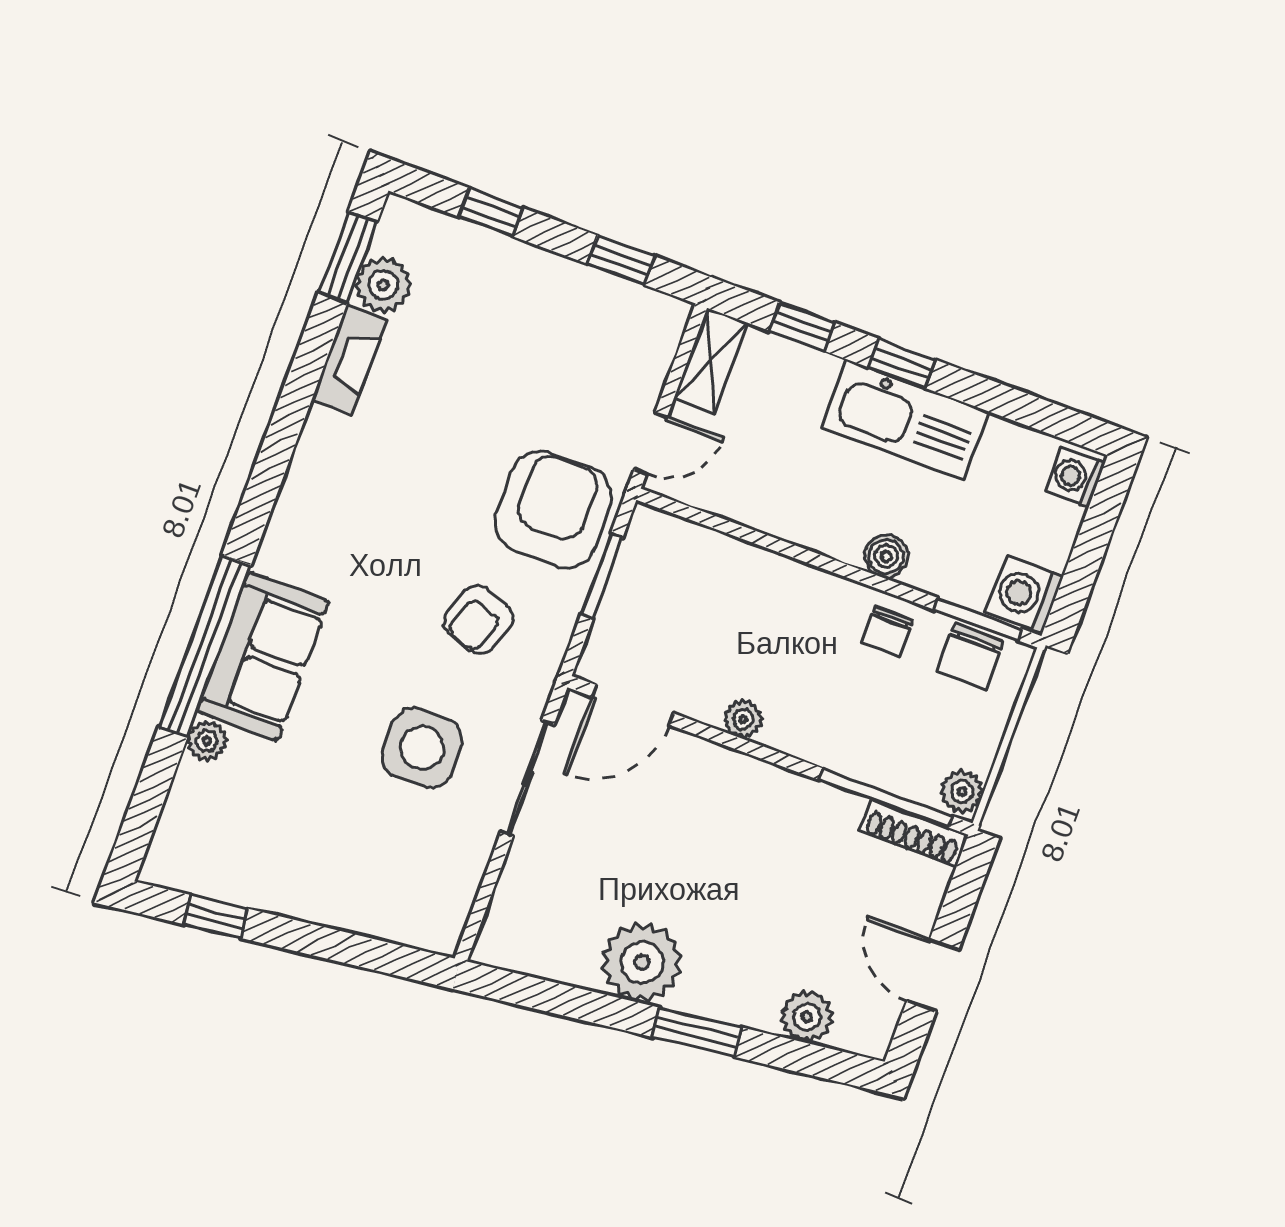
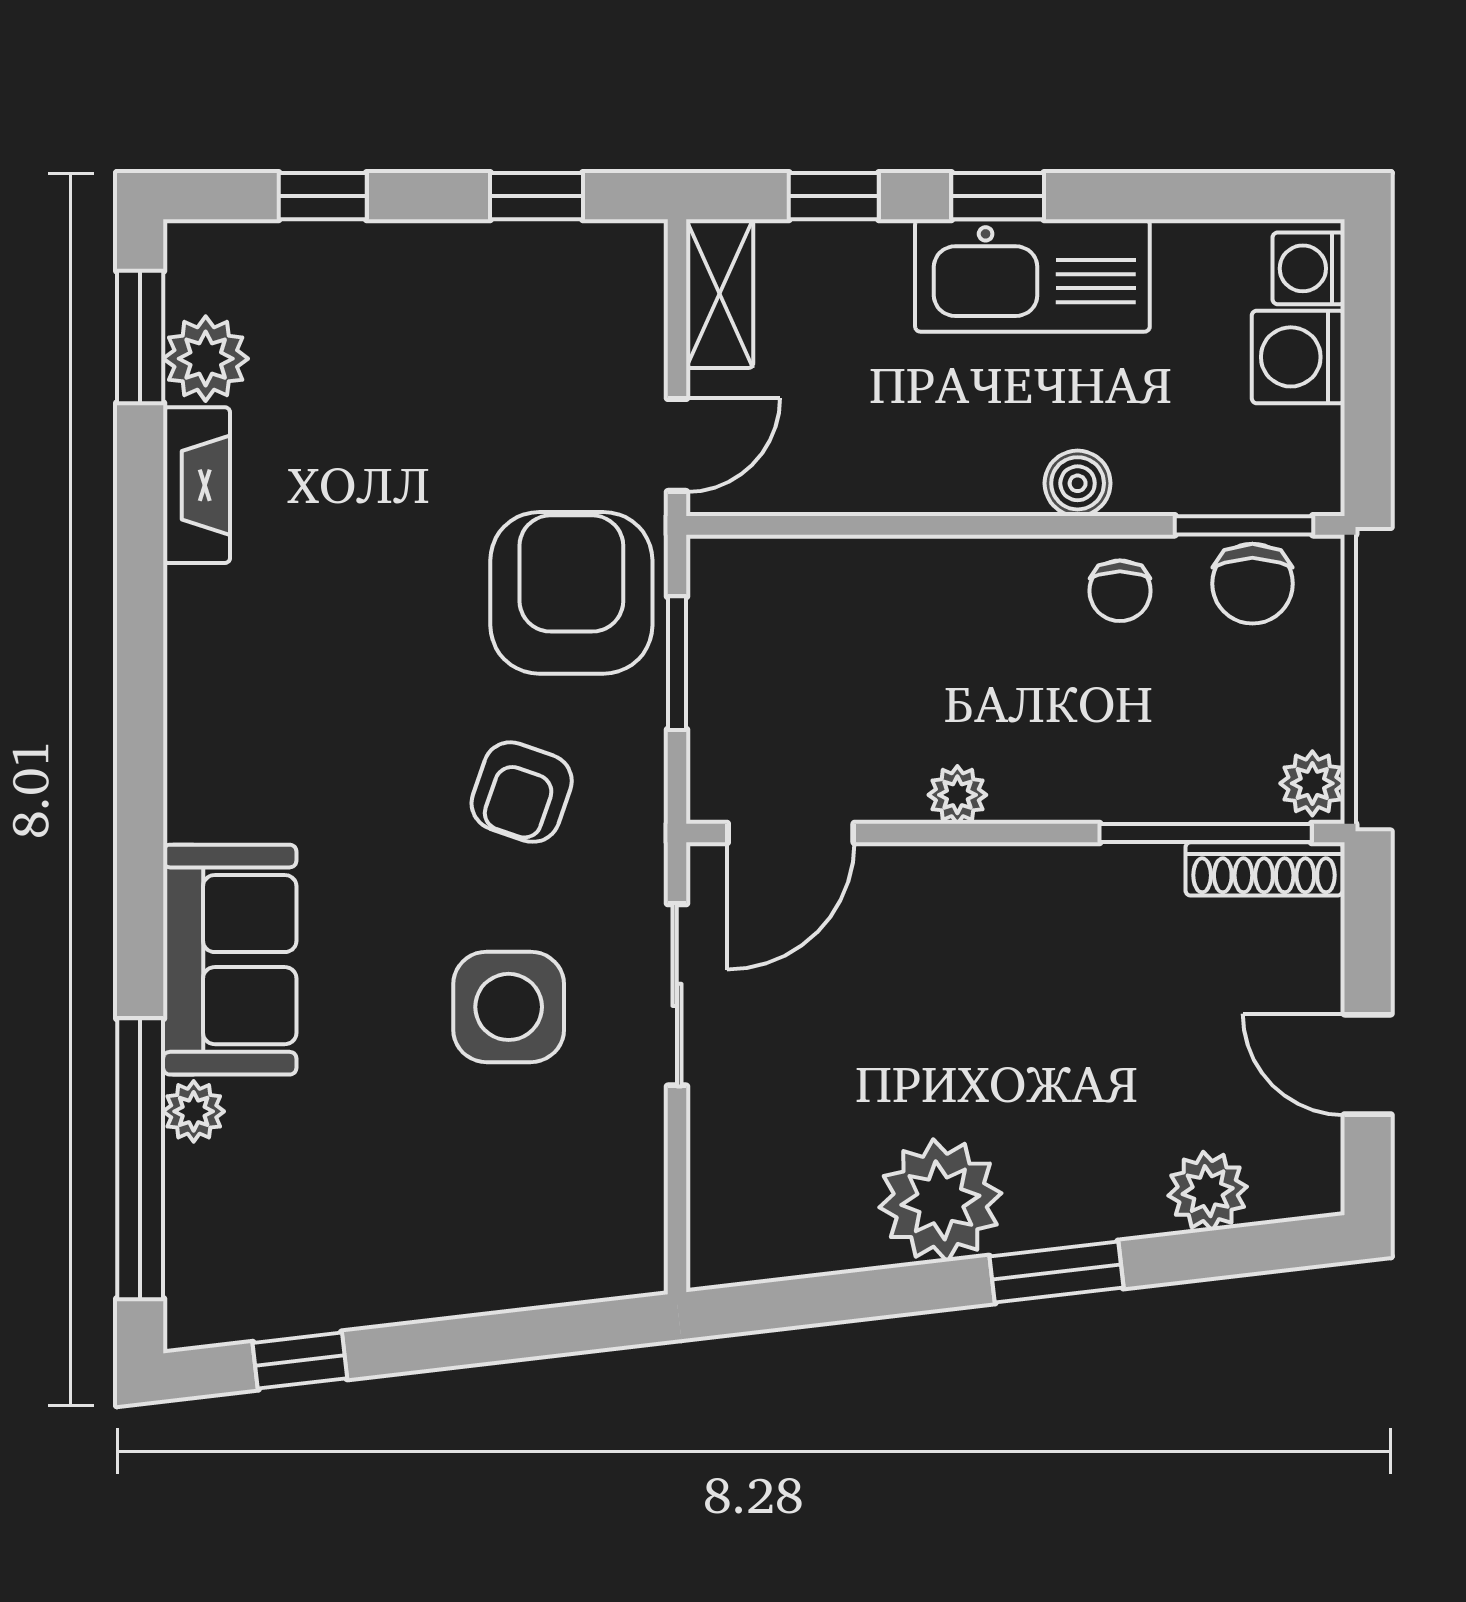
washing machine: (1025, 595) -> (1298, 357), moved
window: (205, 645) -> (140, 1159), moved

